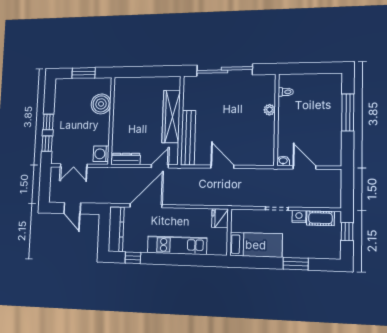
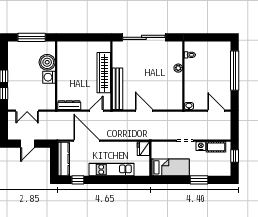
window: (84, 73) -> (32, 37), width x1.44
window: (348, 112) -> (235, 71), width x1.46
washing machine: (101, 154) -> (49, 77), moved
door: (304, 167) -> (216, 111), moved
door: (146, 206) -> (86, 141), hinge flipped
door: (72, 208) -> (28, 144), hinge flipped

